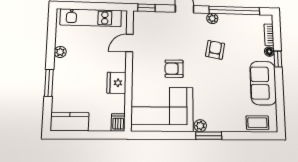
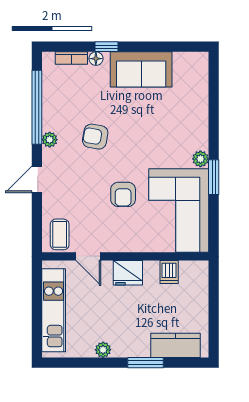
window: (147, 8) -> (37, 233), removed
fridge: (117, 83) -> (128, 273), moved
kitchen counter: (70, 122) -> (176, 345), moved, turned 90
dishwasher: (118, 122) -> (169, 272), moved, turned -90
coffee table: (257, 123) -> (60, 234), moved
window: (209, 136) -> (214, 177), moved

